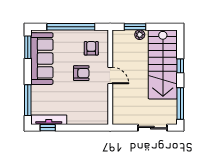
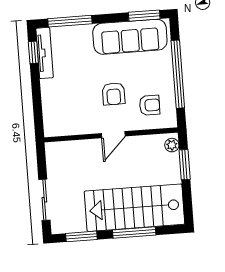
plant: (140, 35) -> (172, 145), moved
window: (180, 66) -> (134, 232), width x2.17
window: (180, 103) -> (81, 236), width x0.69

